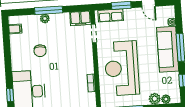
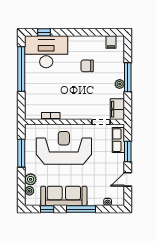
plant: (45, 19) -> (120, 84), moved
sofa: (168, 49) -> (64, 196), moved

